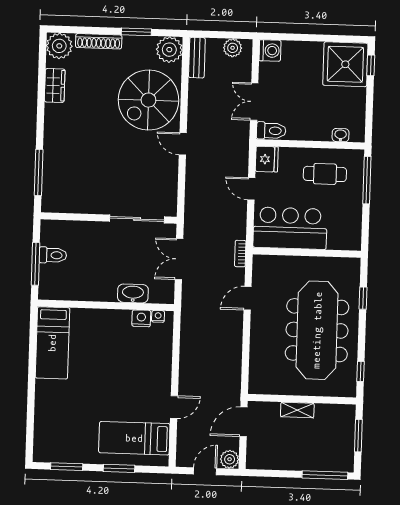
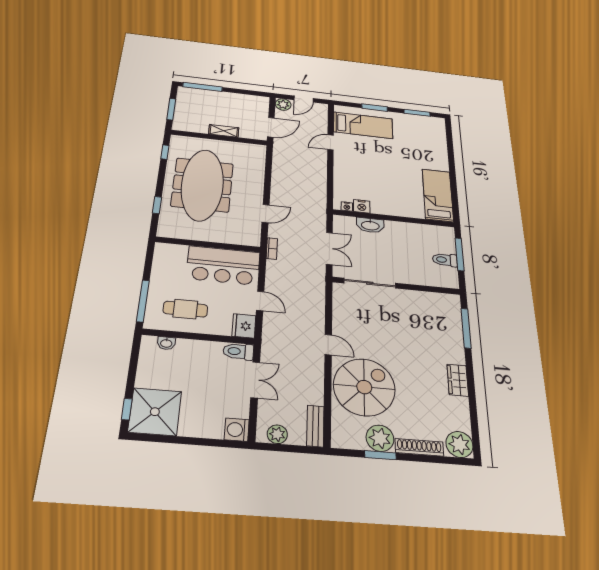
plant: (169, 50) -> (380, 438), moved
wardrobe: (55, 85) -> (458, 380), moved

